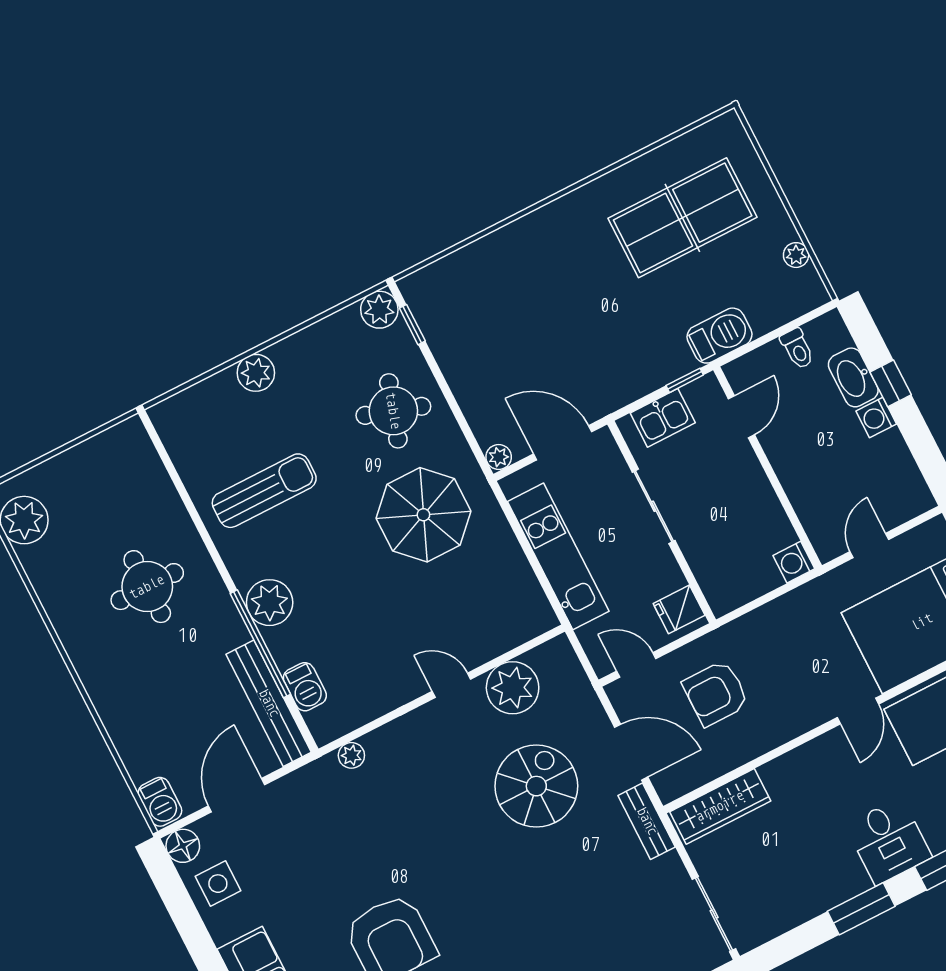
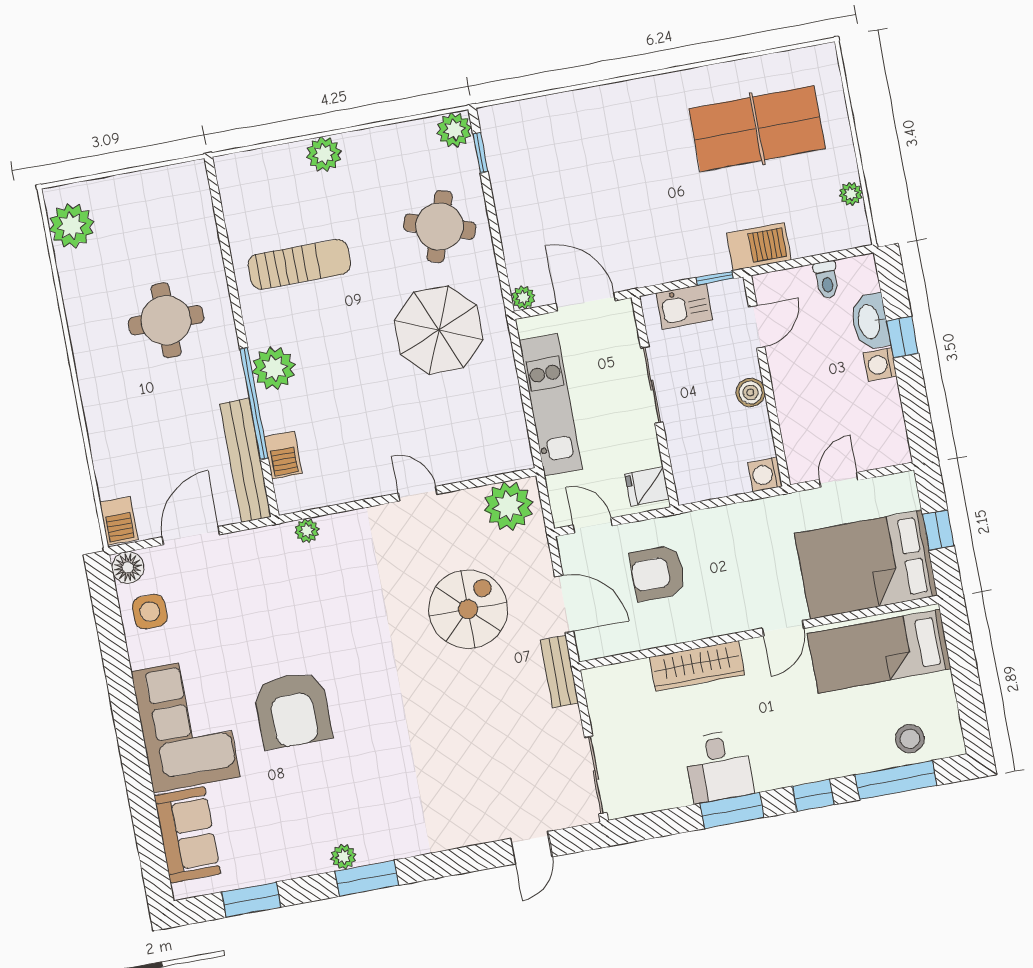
boiler: (755, 484) -> (750, 392), added
plant: (513, 688) -> (508, 506), moved
wardrobe: (720, 806) -> (697, 666), moved
desk: (888, 841) -> (719, 766), moved

